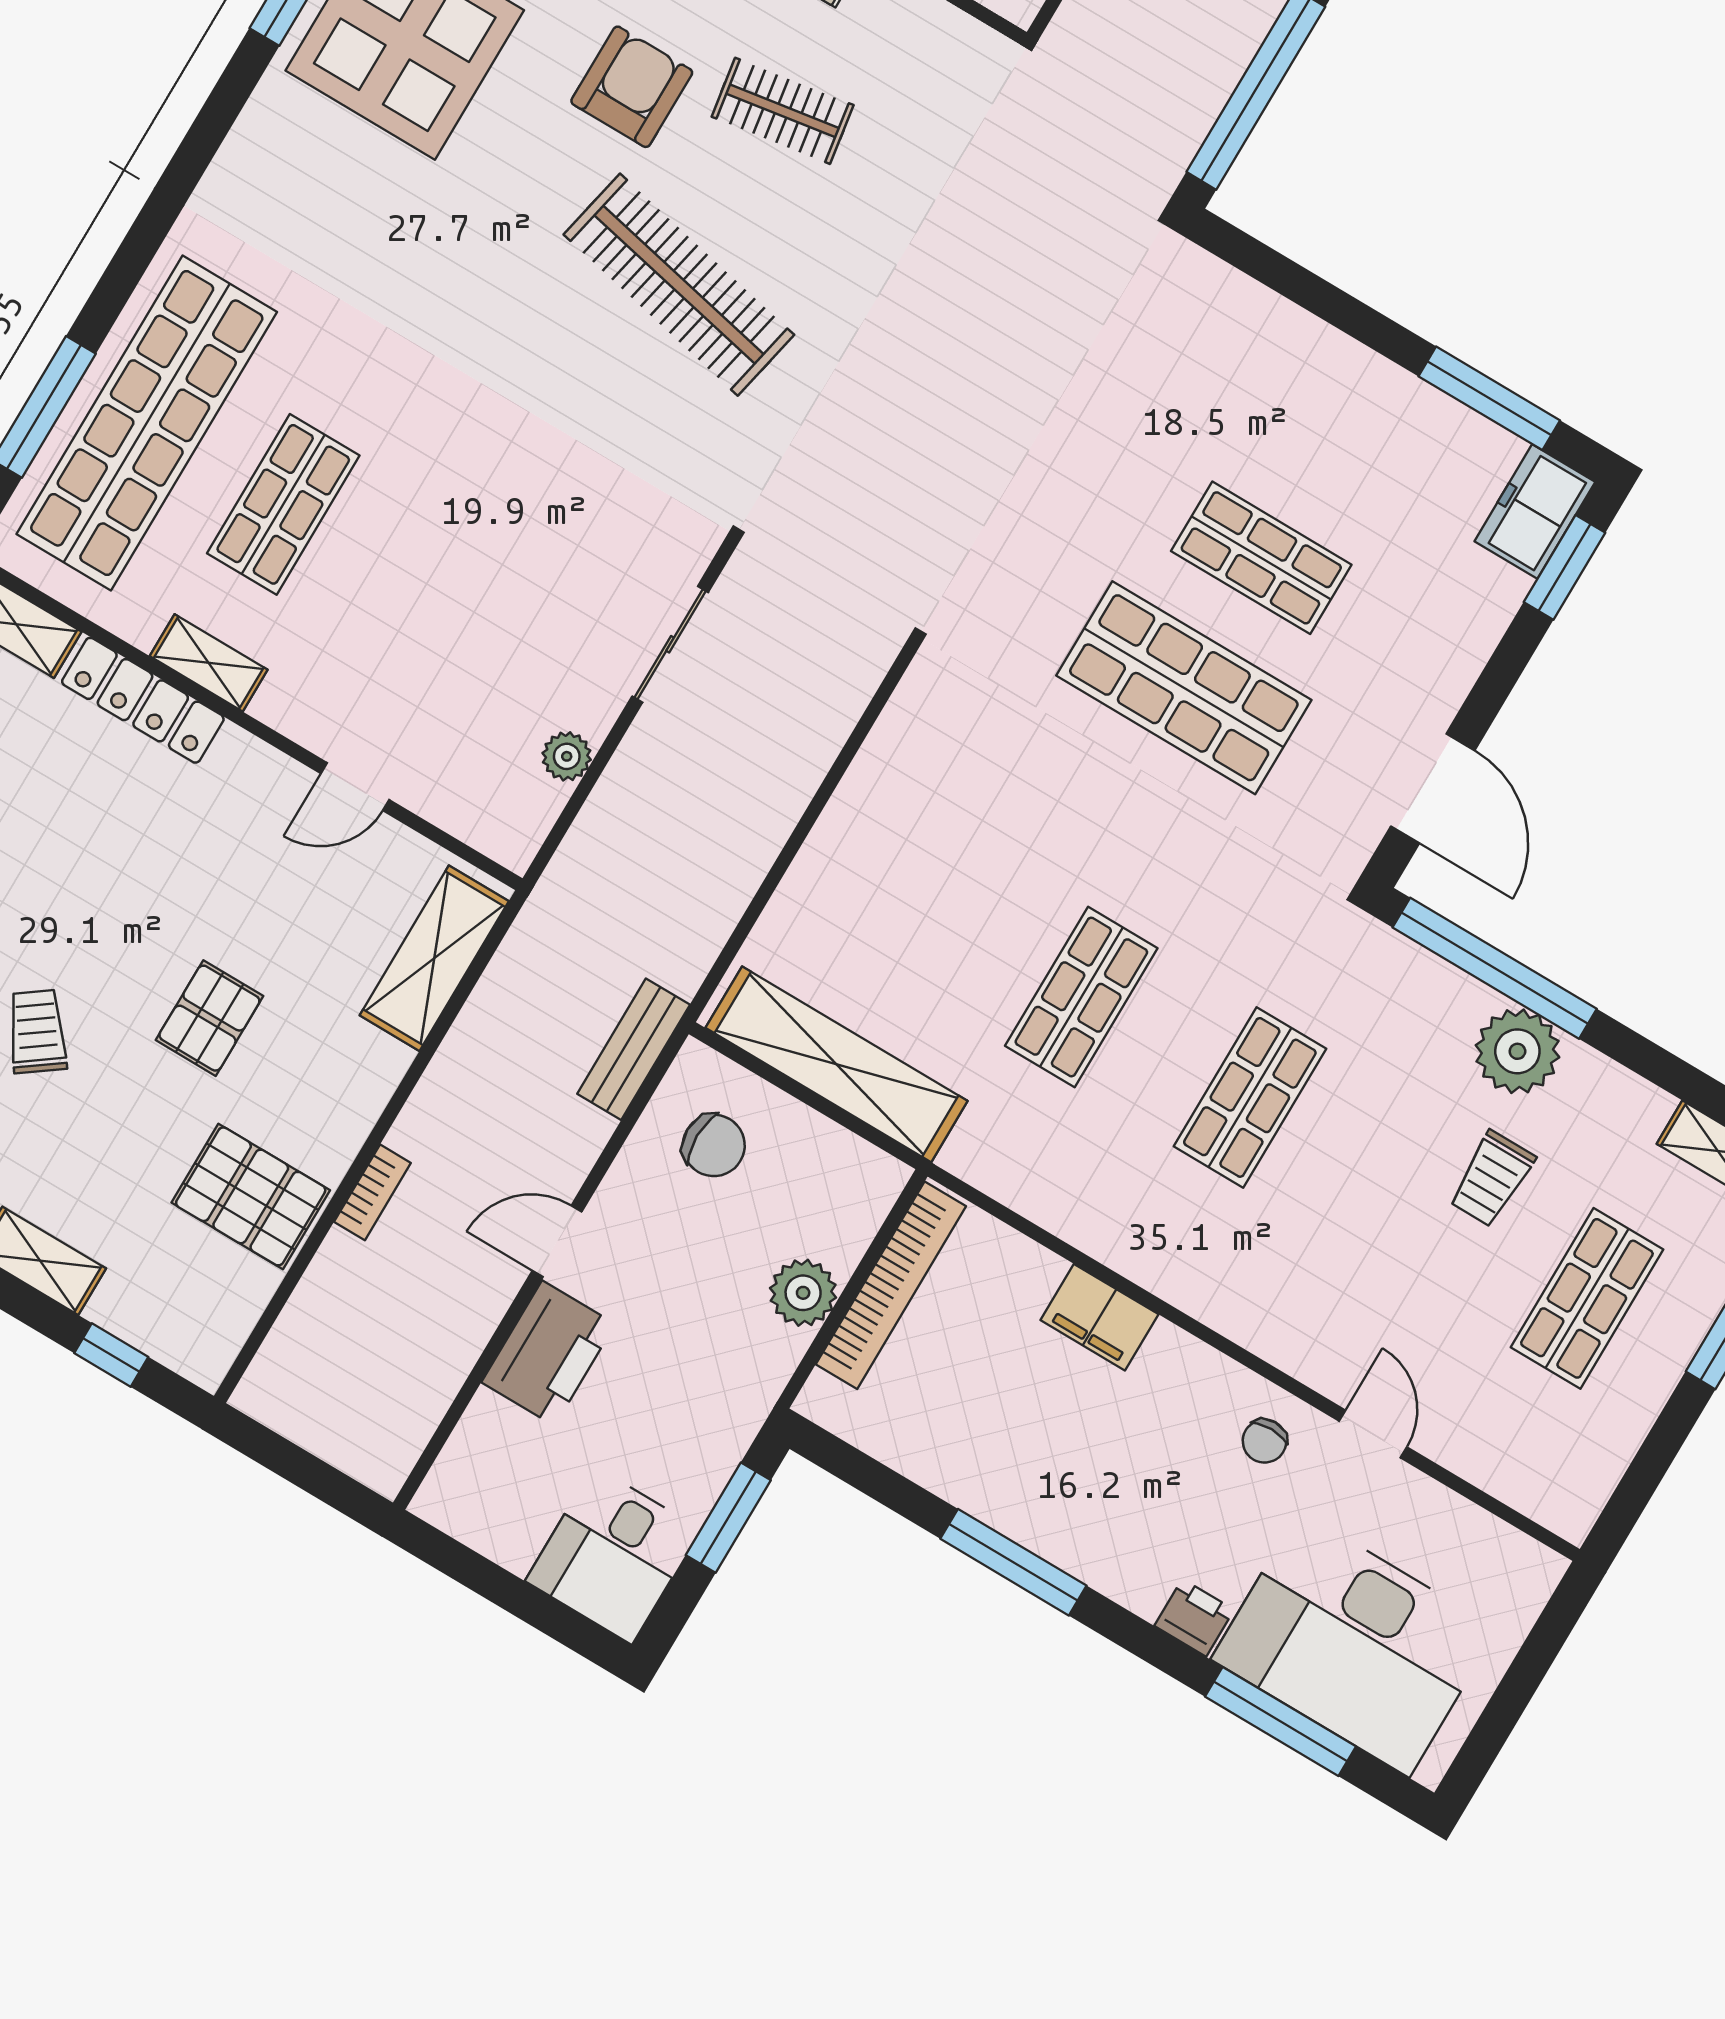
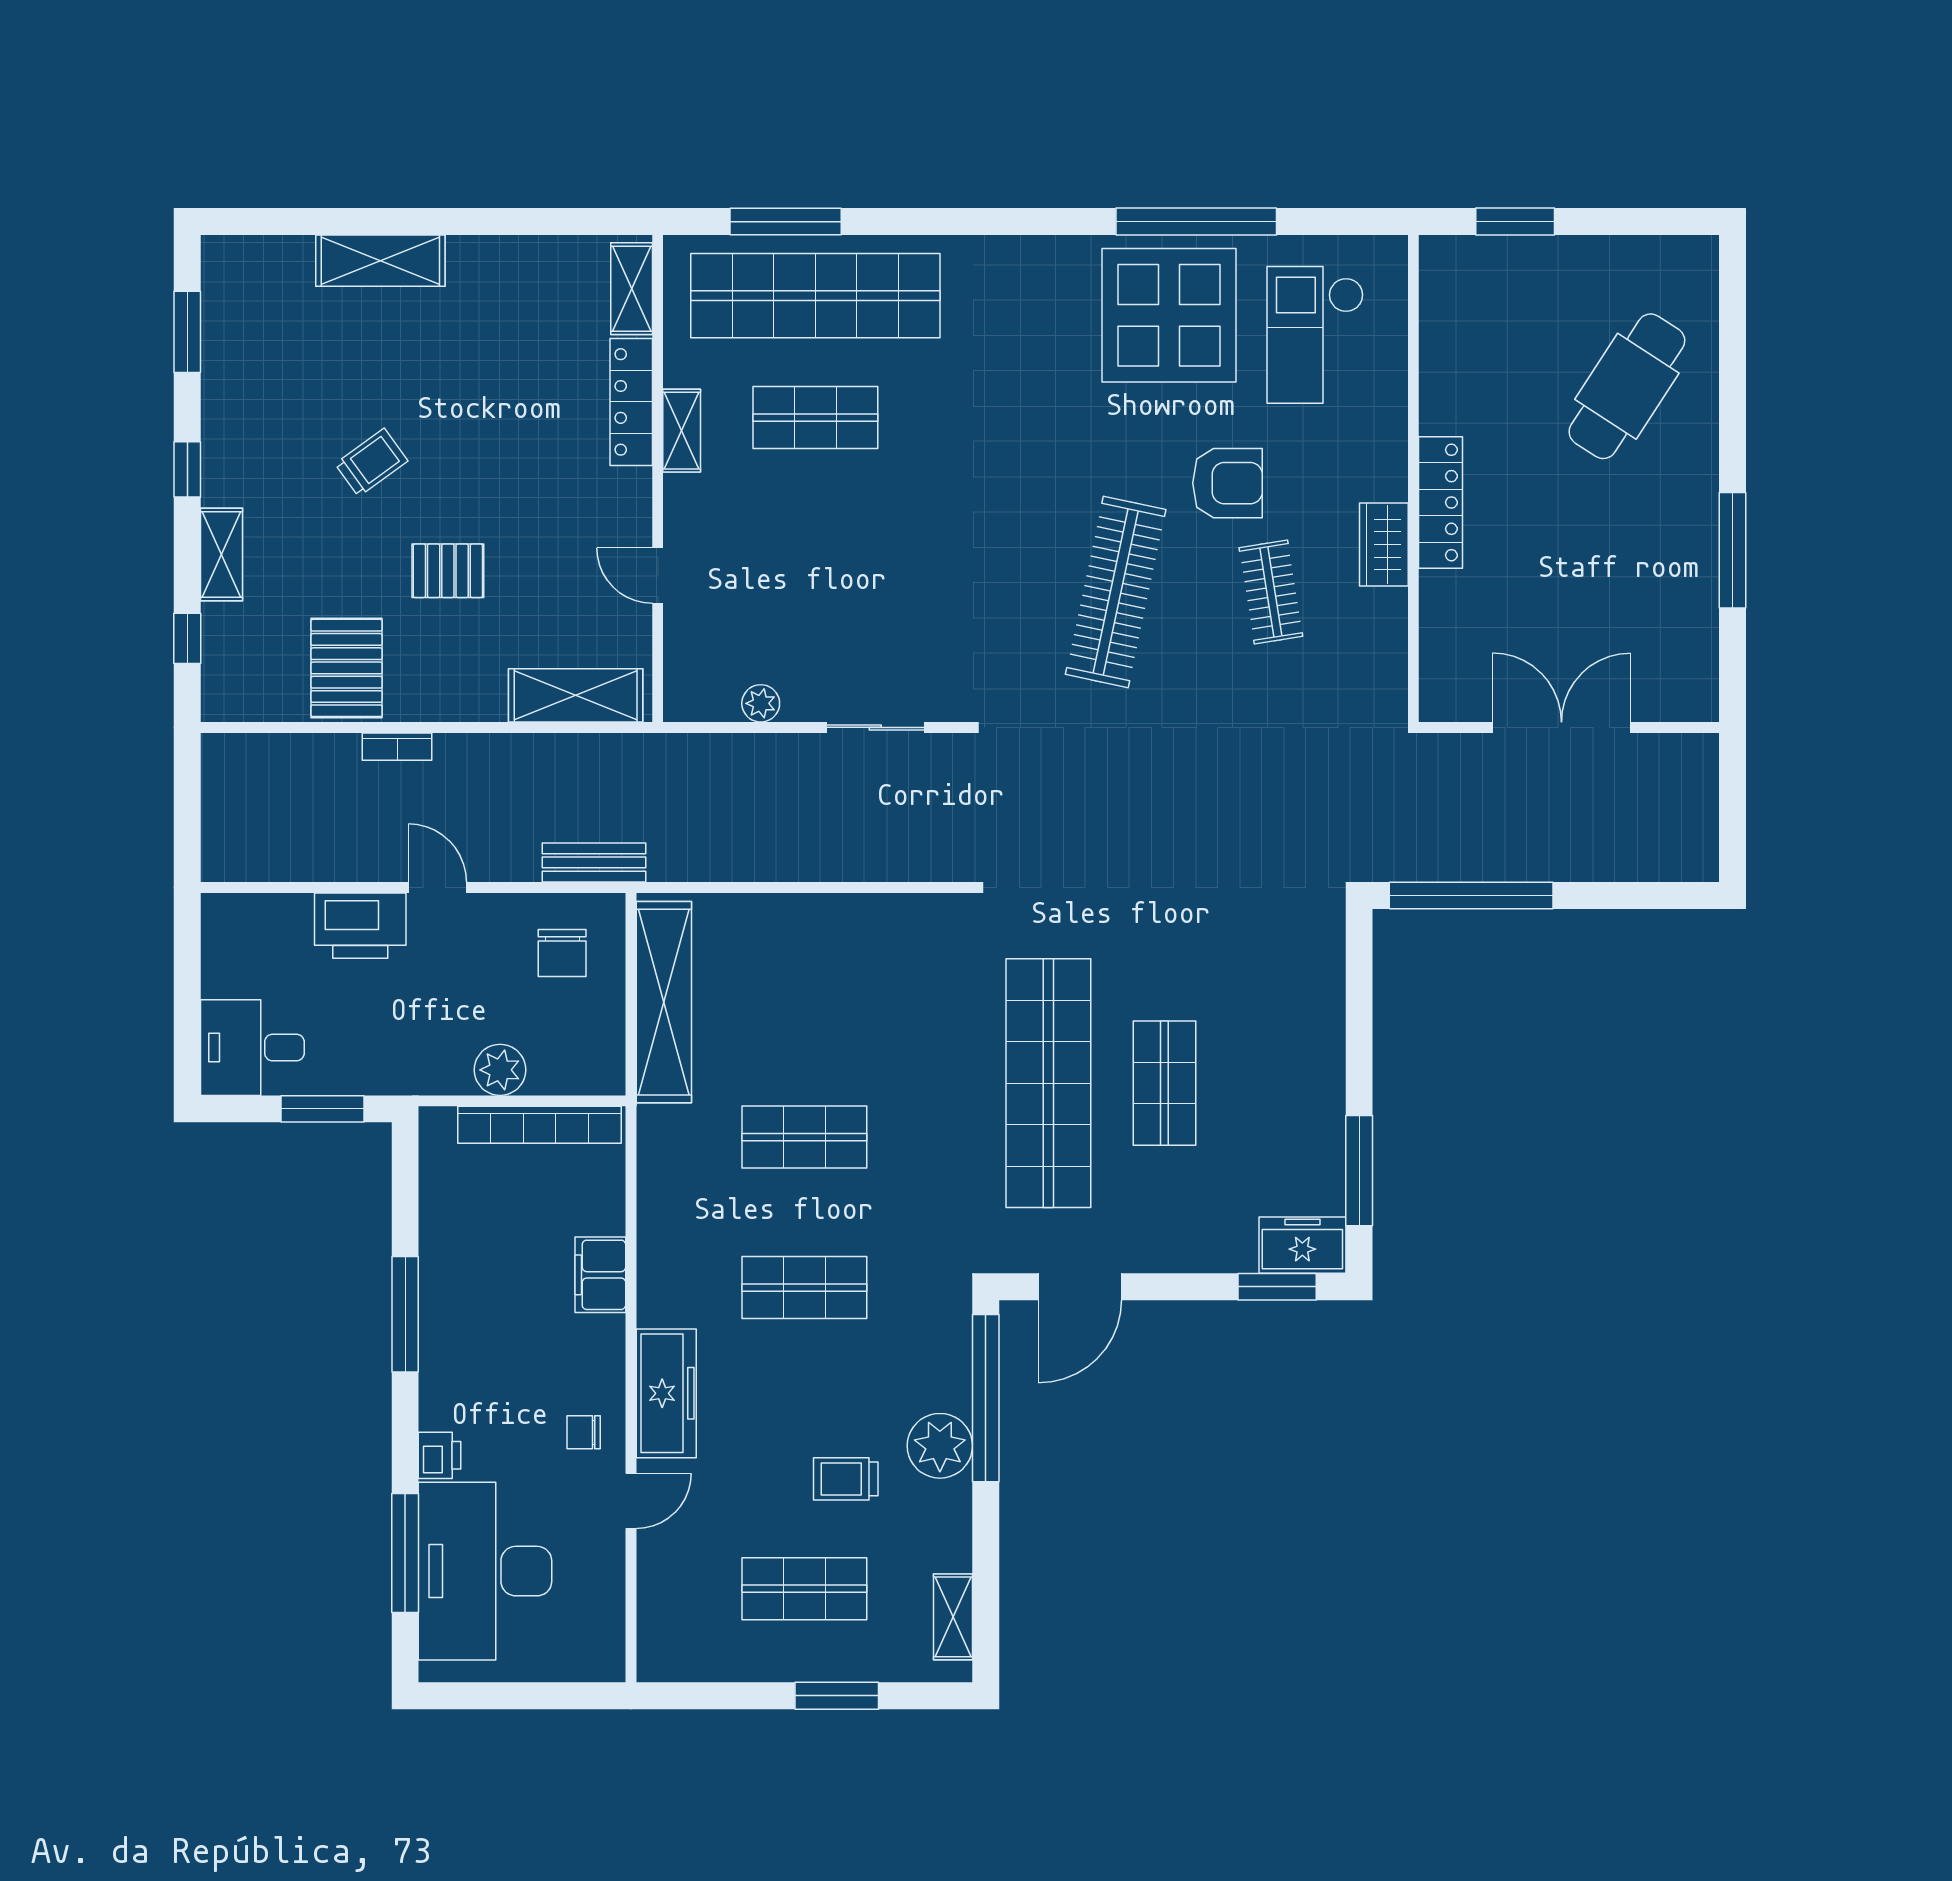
shop shelf: (1184, 688) -> (1048, 1083), width x1.40
freezer: (1276, 1323) -> (666, 1393), added

